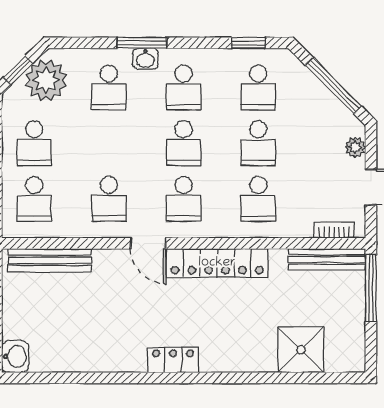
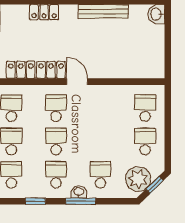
window: (248, 43) -> (35, 201), moved
school desk: (109, 199) -> (101, 108), removed
bench: (50, 260) -> (104, 11), moved
locker: (173, 360) -> (44, 12), moved

